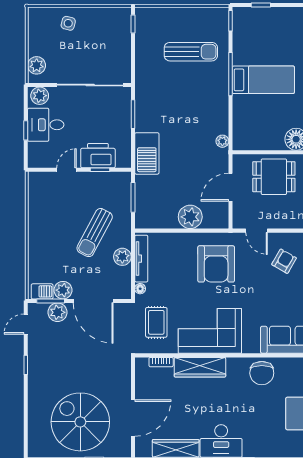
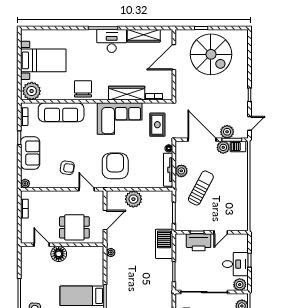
armchair: (284, 261) -> (67, 168), turned -112

